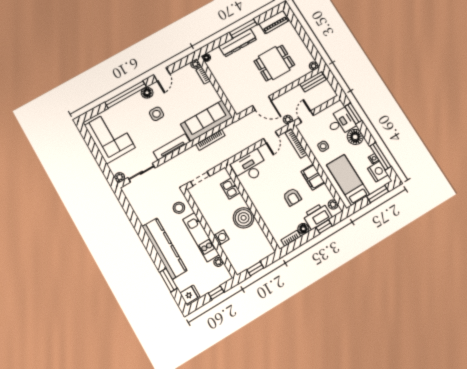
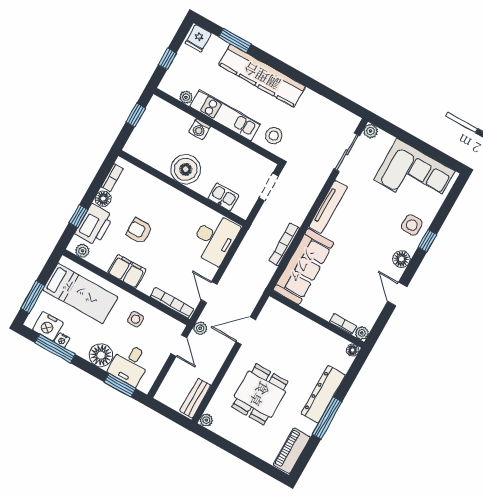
window: (126, 94) -> (427, 241), width x0.32
side table: (156, 114) -> (412, 225), moved

